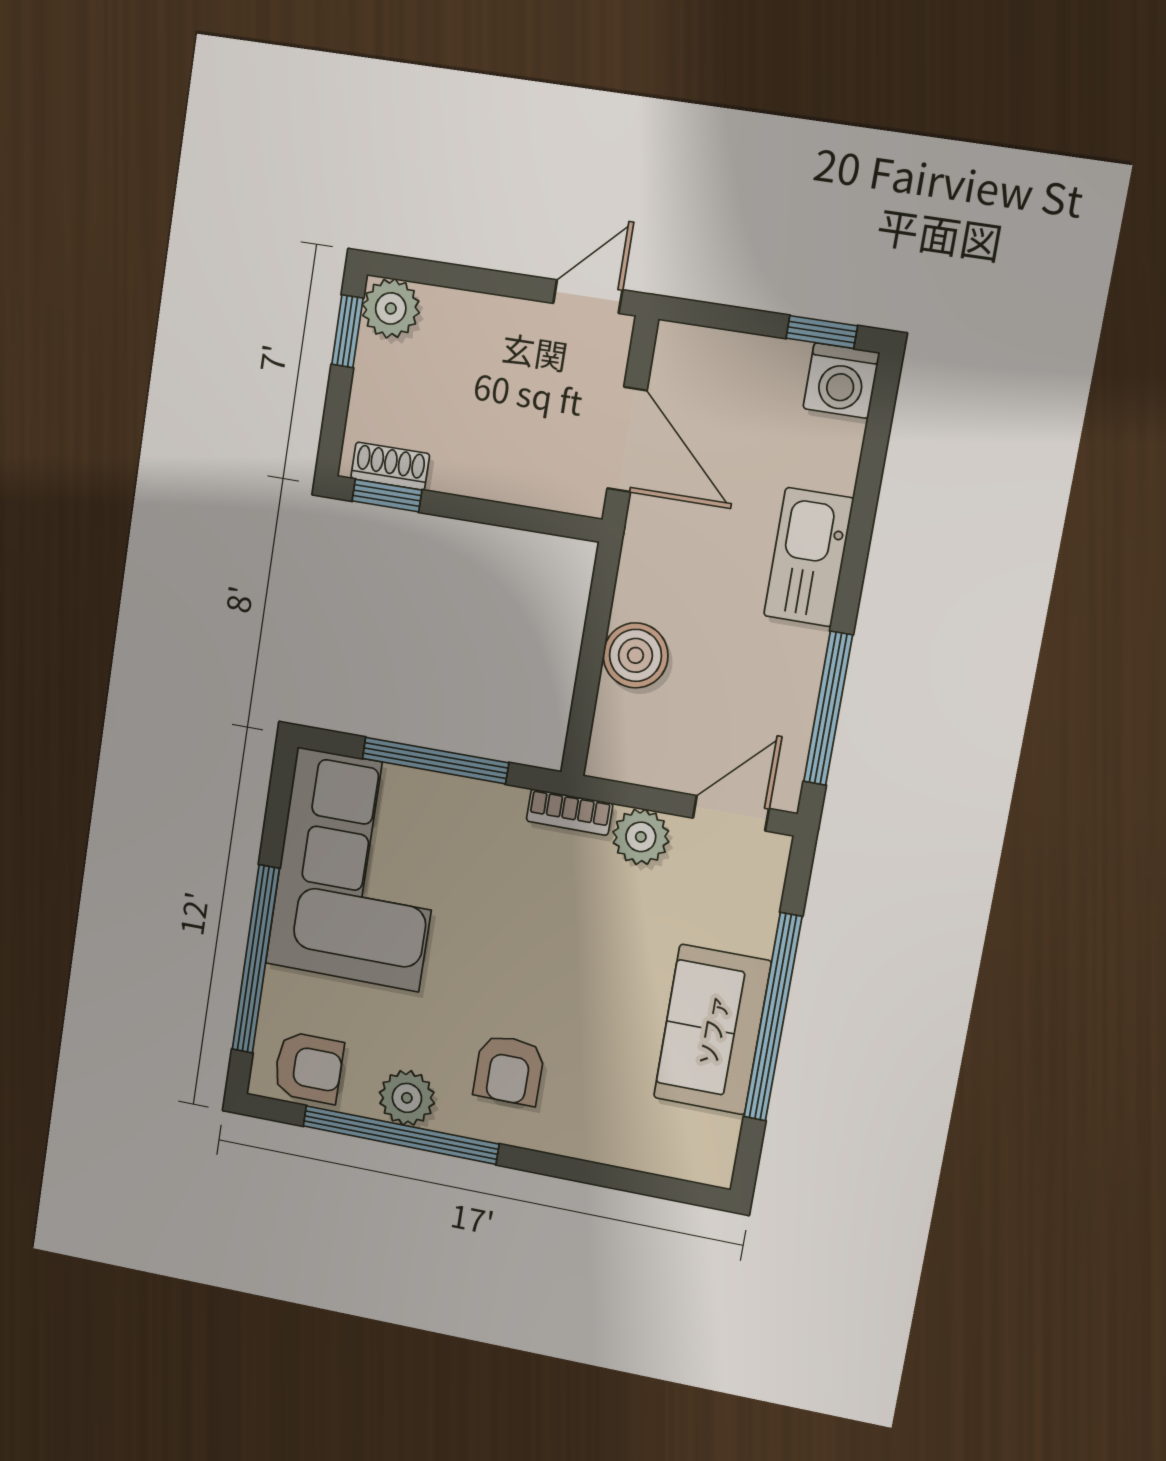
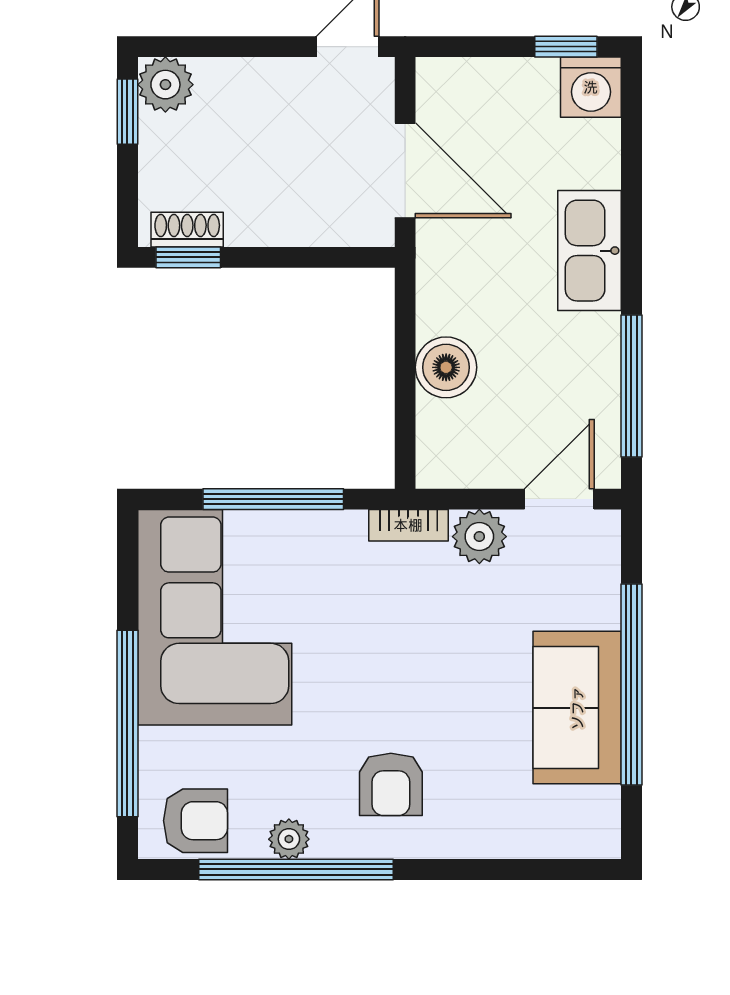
plant: (407, 1098) -> (289, 839), width x0.73, depth x0.73

